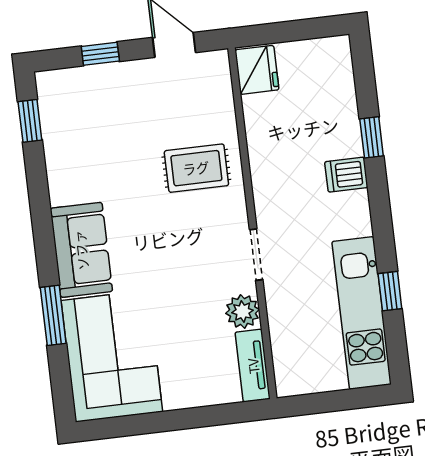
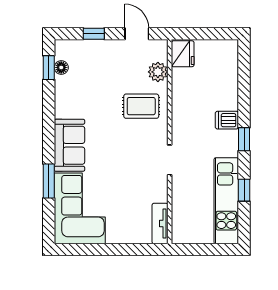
floor lamp: (51, 118) -> (61, 67), added
window: (372, 137) -> (244, 139), moved
plant: (243, 311) -> (158, 72), moved

